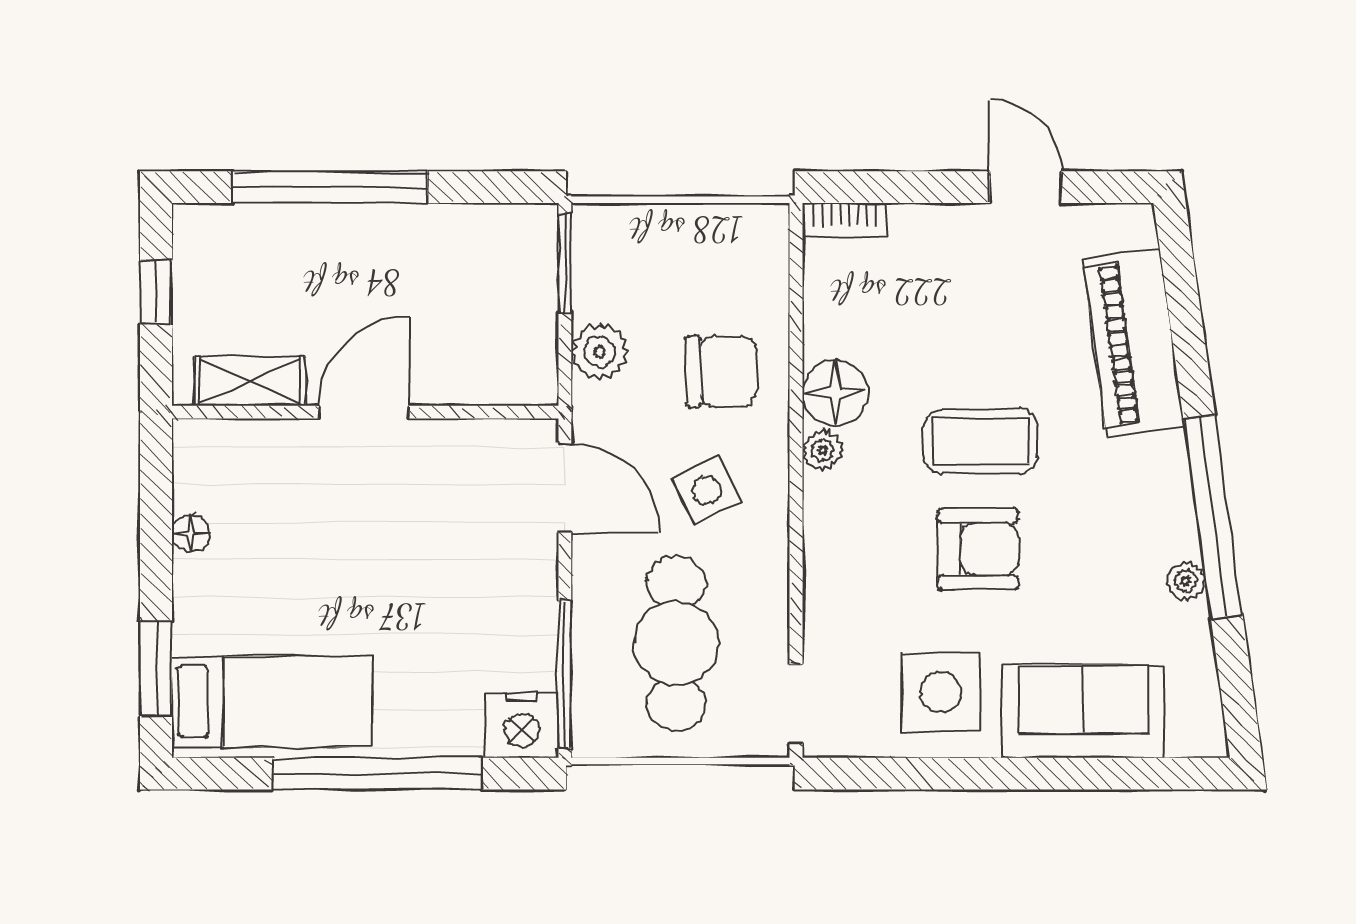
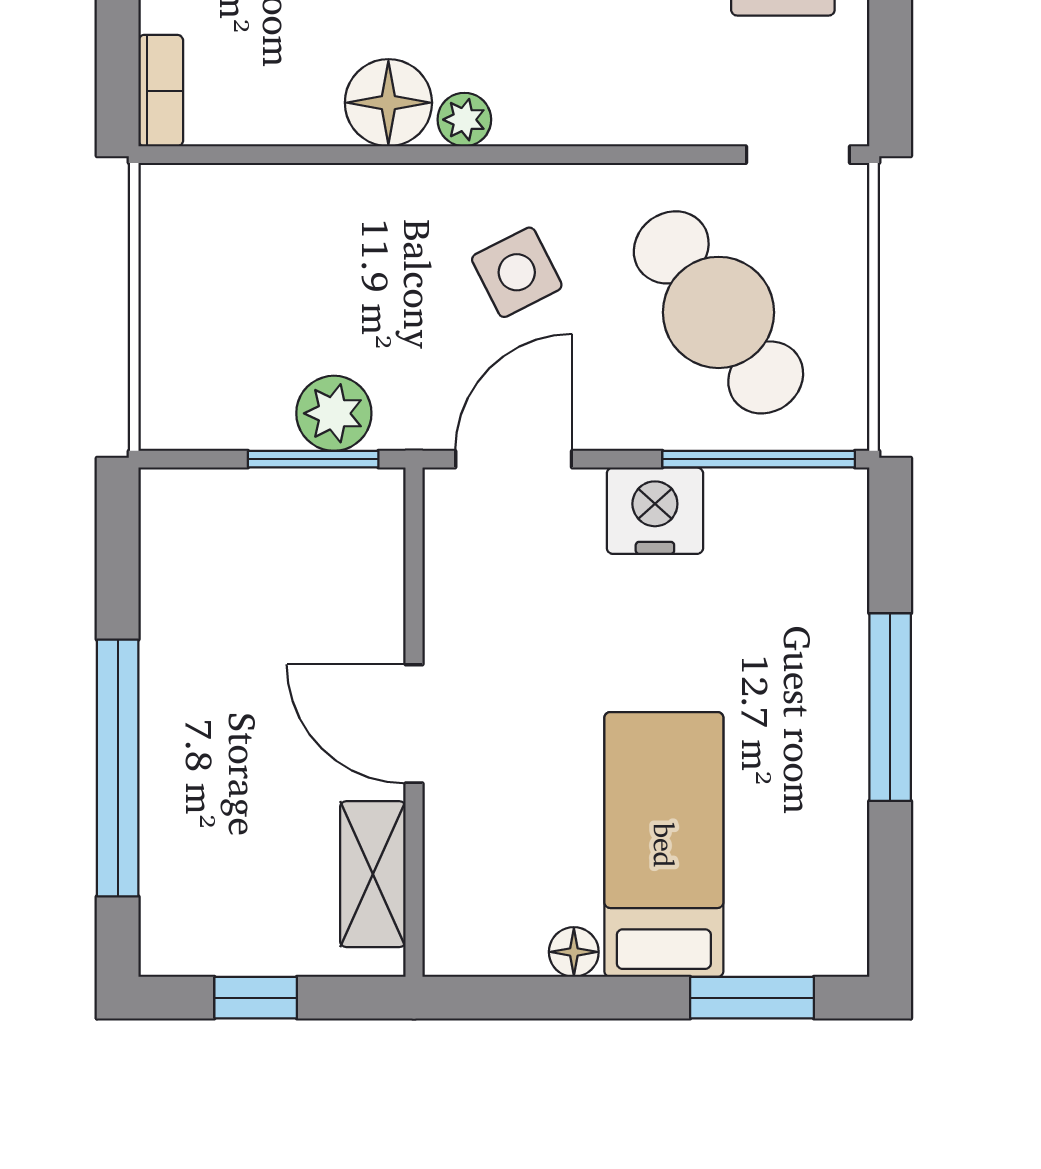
window: (565, 263) -> (313, 459), moved
chair: (722, 371) -> (360, 253), removed
cafe table: (676, 643) -> (718, 312), turned 54
bed: (272, 702) -> (664, 845), moved
nightstand: (522, 725) -> (655, 511), moved, turned -90
window: (377, 774) -> (890, 707), width x0.68

